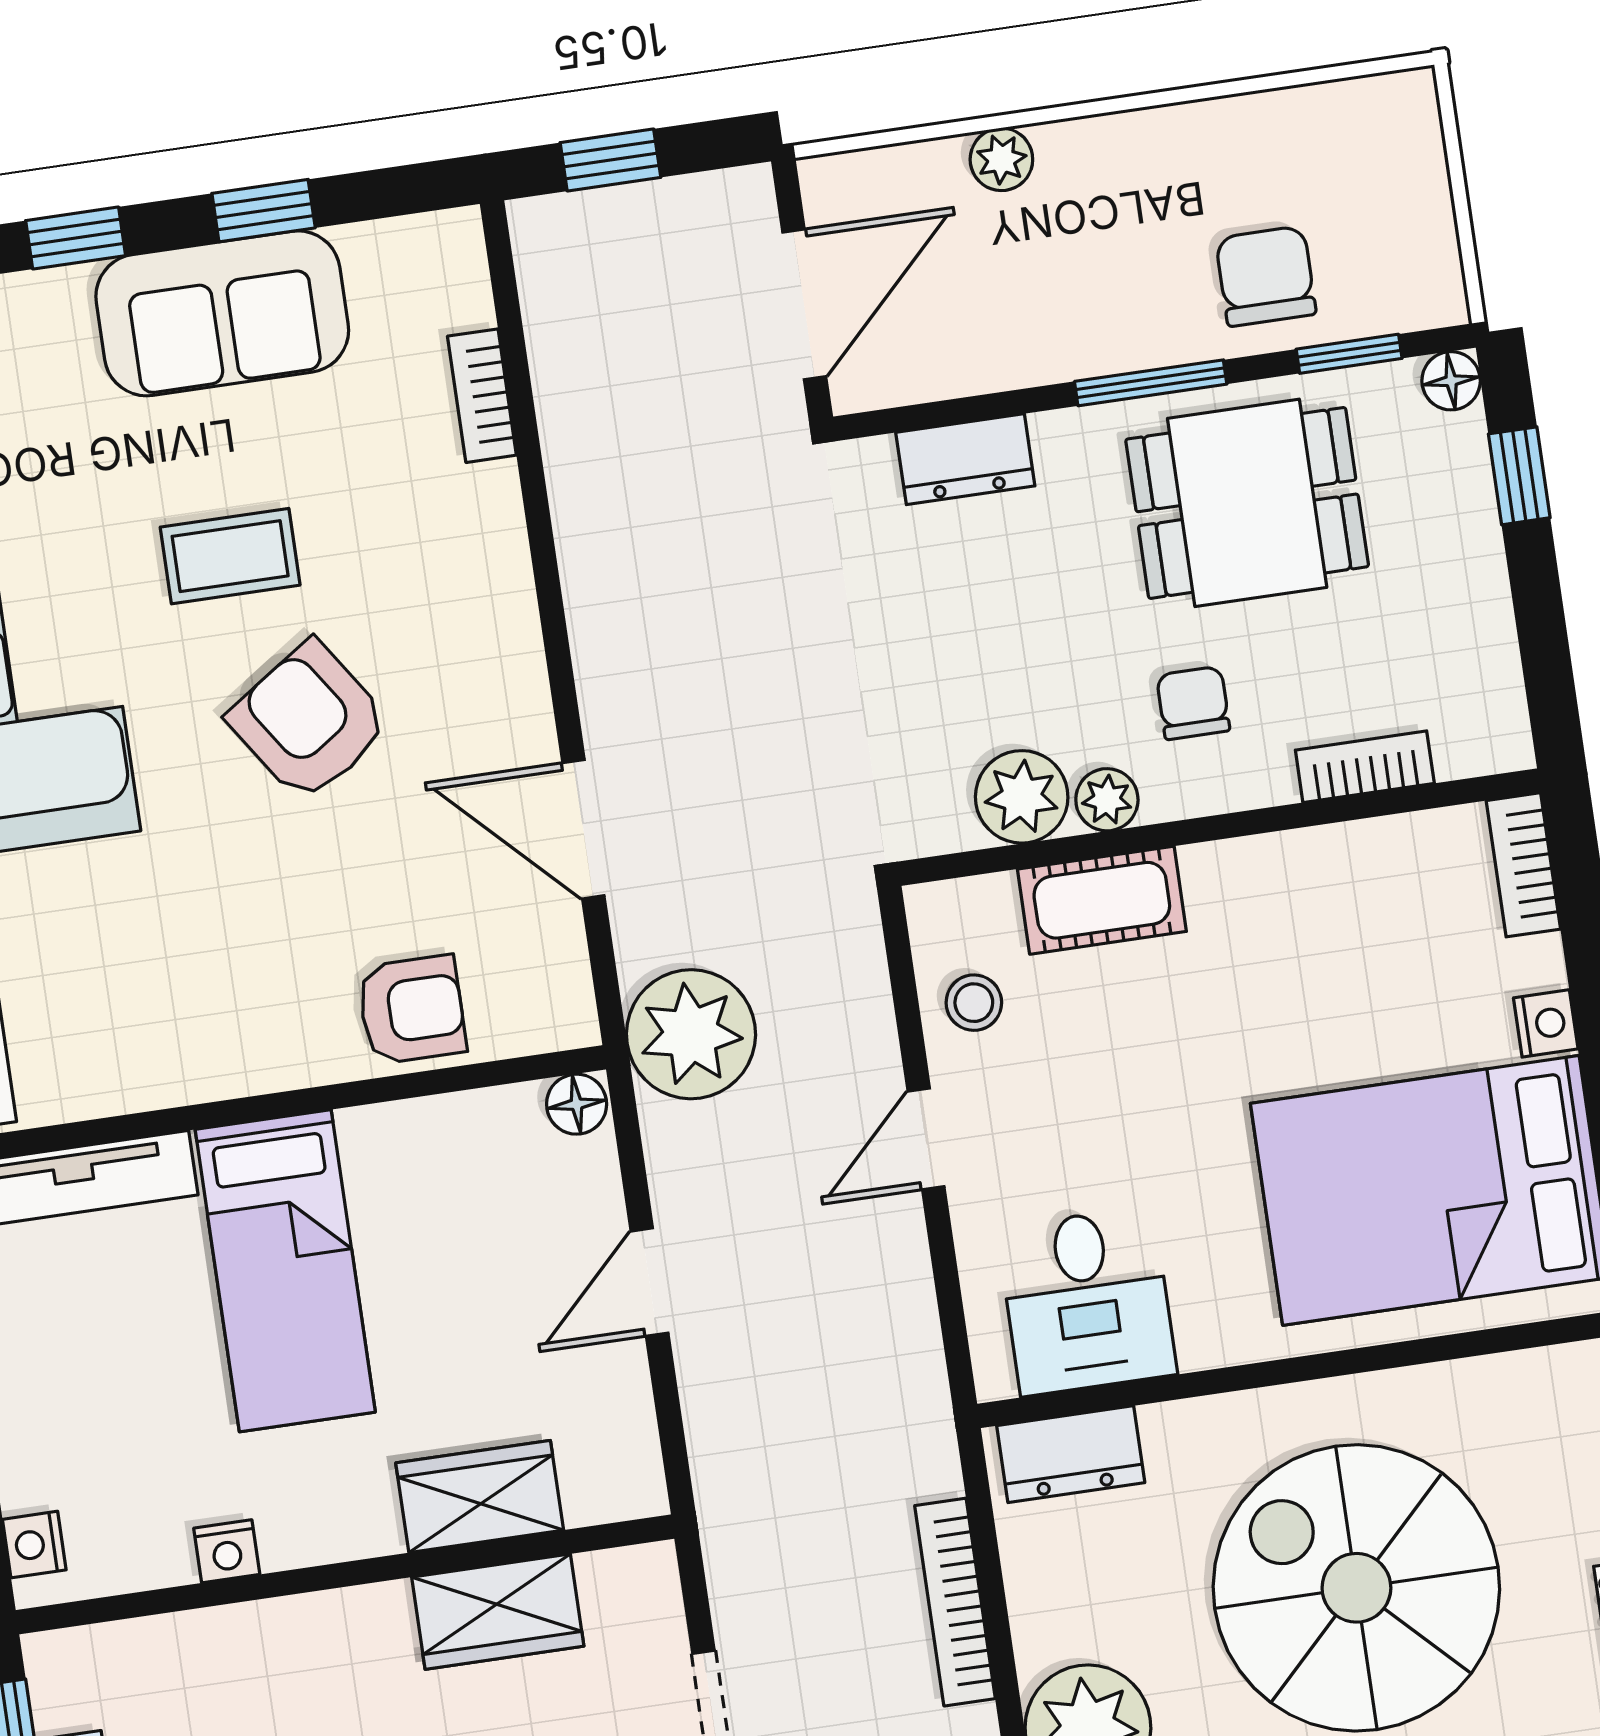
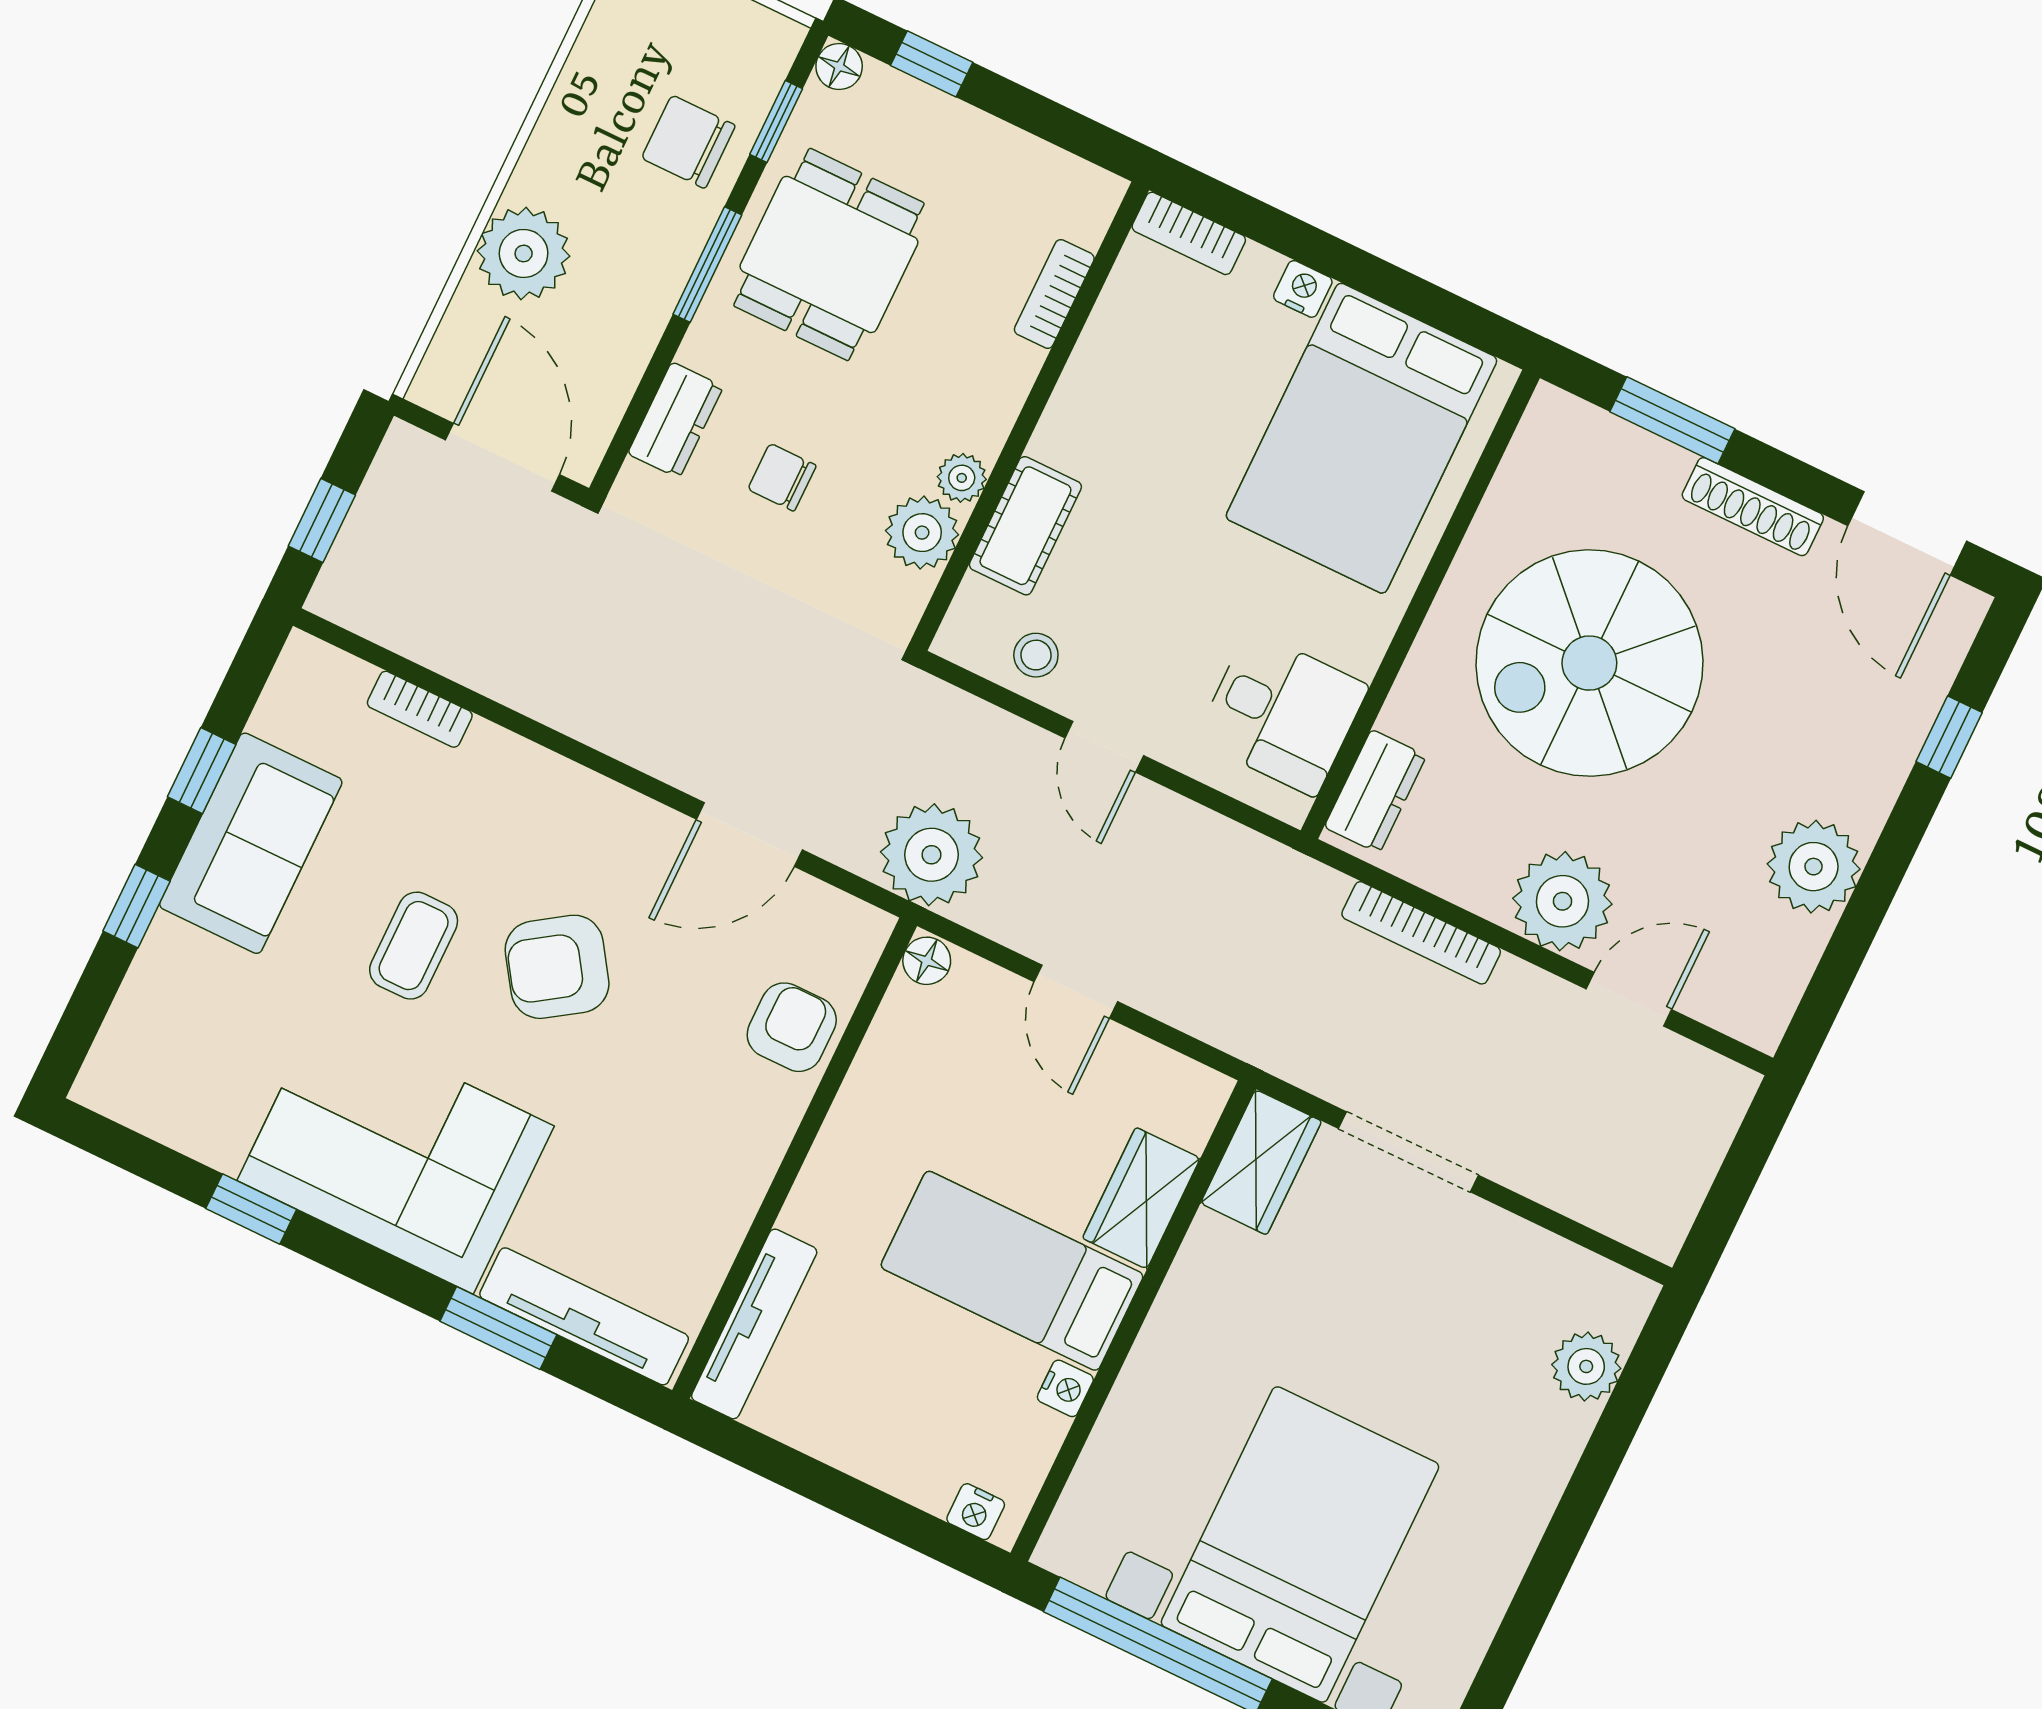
plant: (1001, 159) -> (524, 253), width x1.88, depth x1.88
chair: (1193, 703) -> (782, 477), moved
bed: (285, 1271) -> (1012, 1271), moved, turned 180
wardrobe: (498, 1612) -> (1261, 1162), moved

